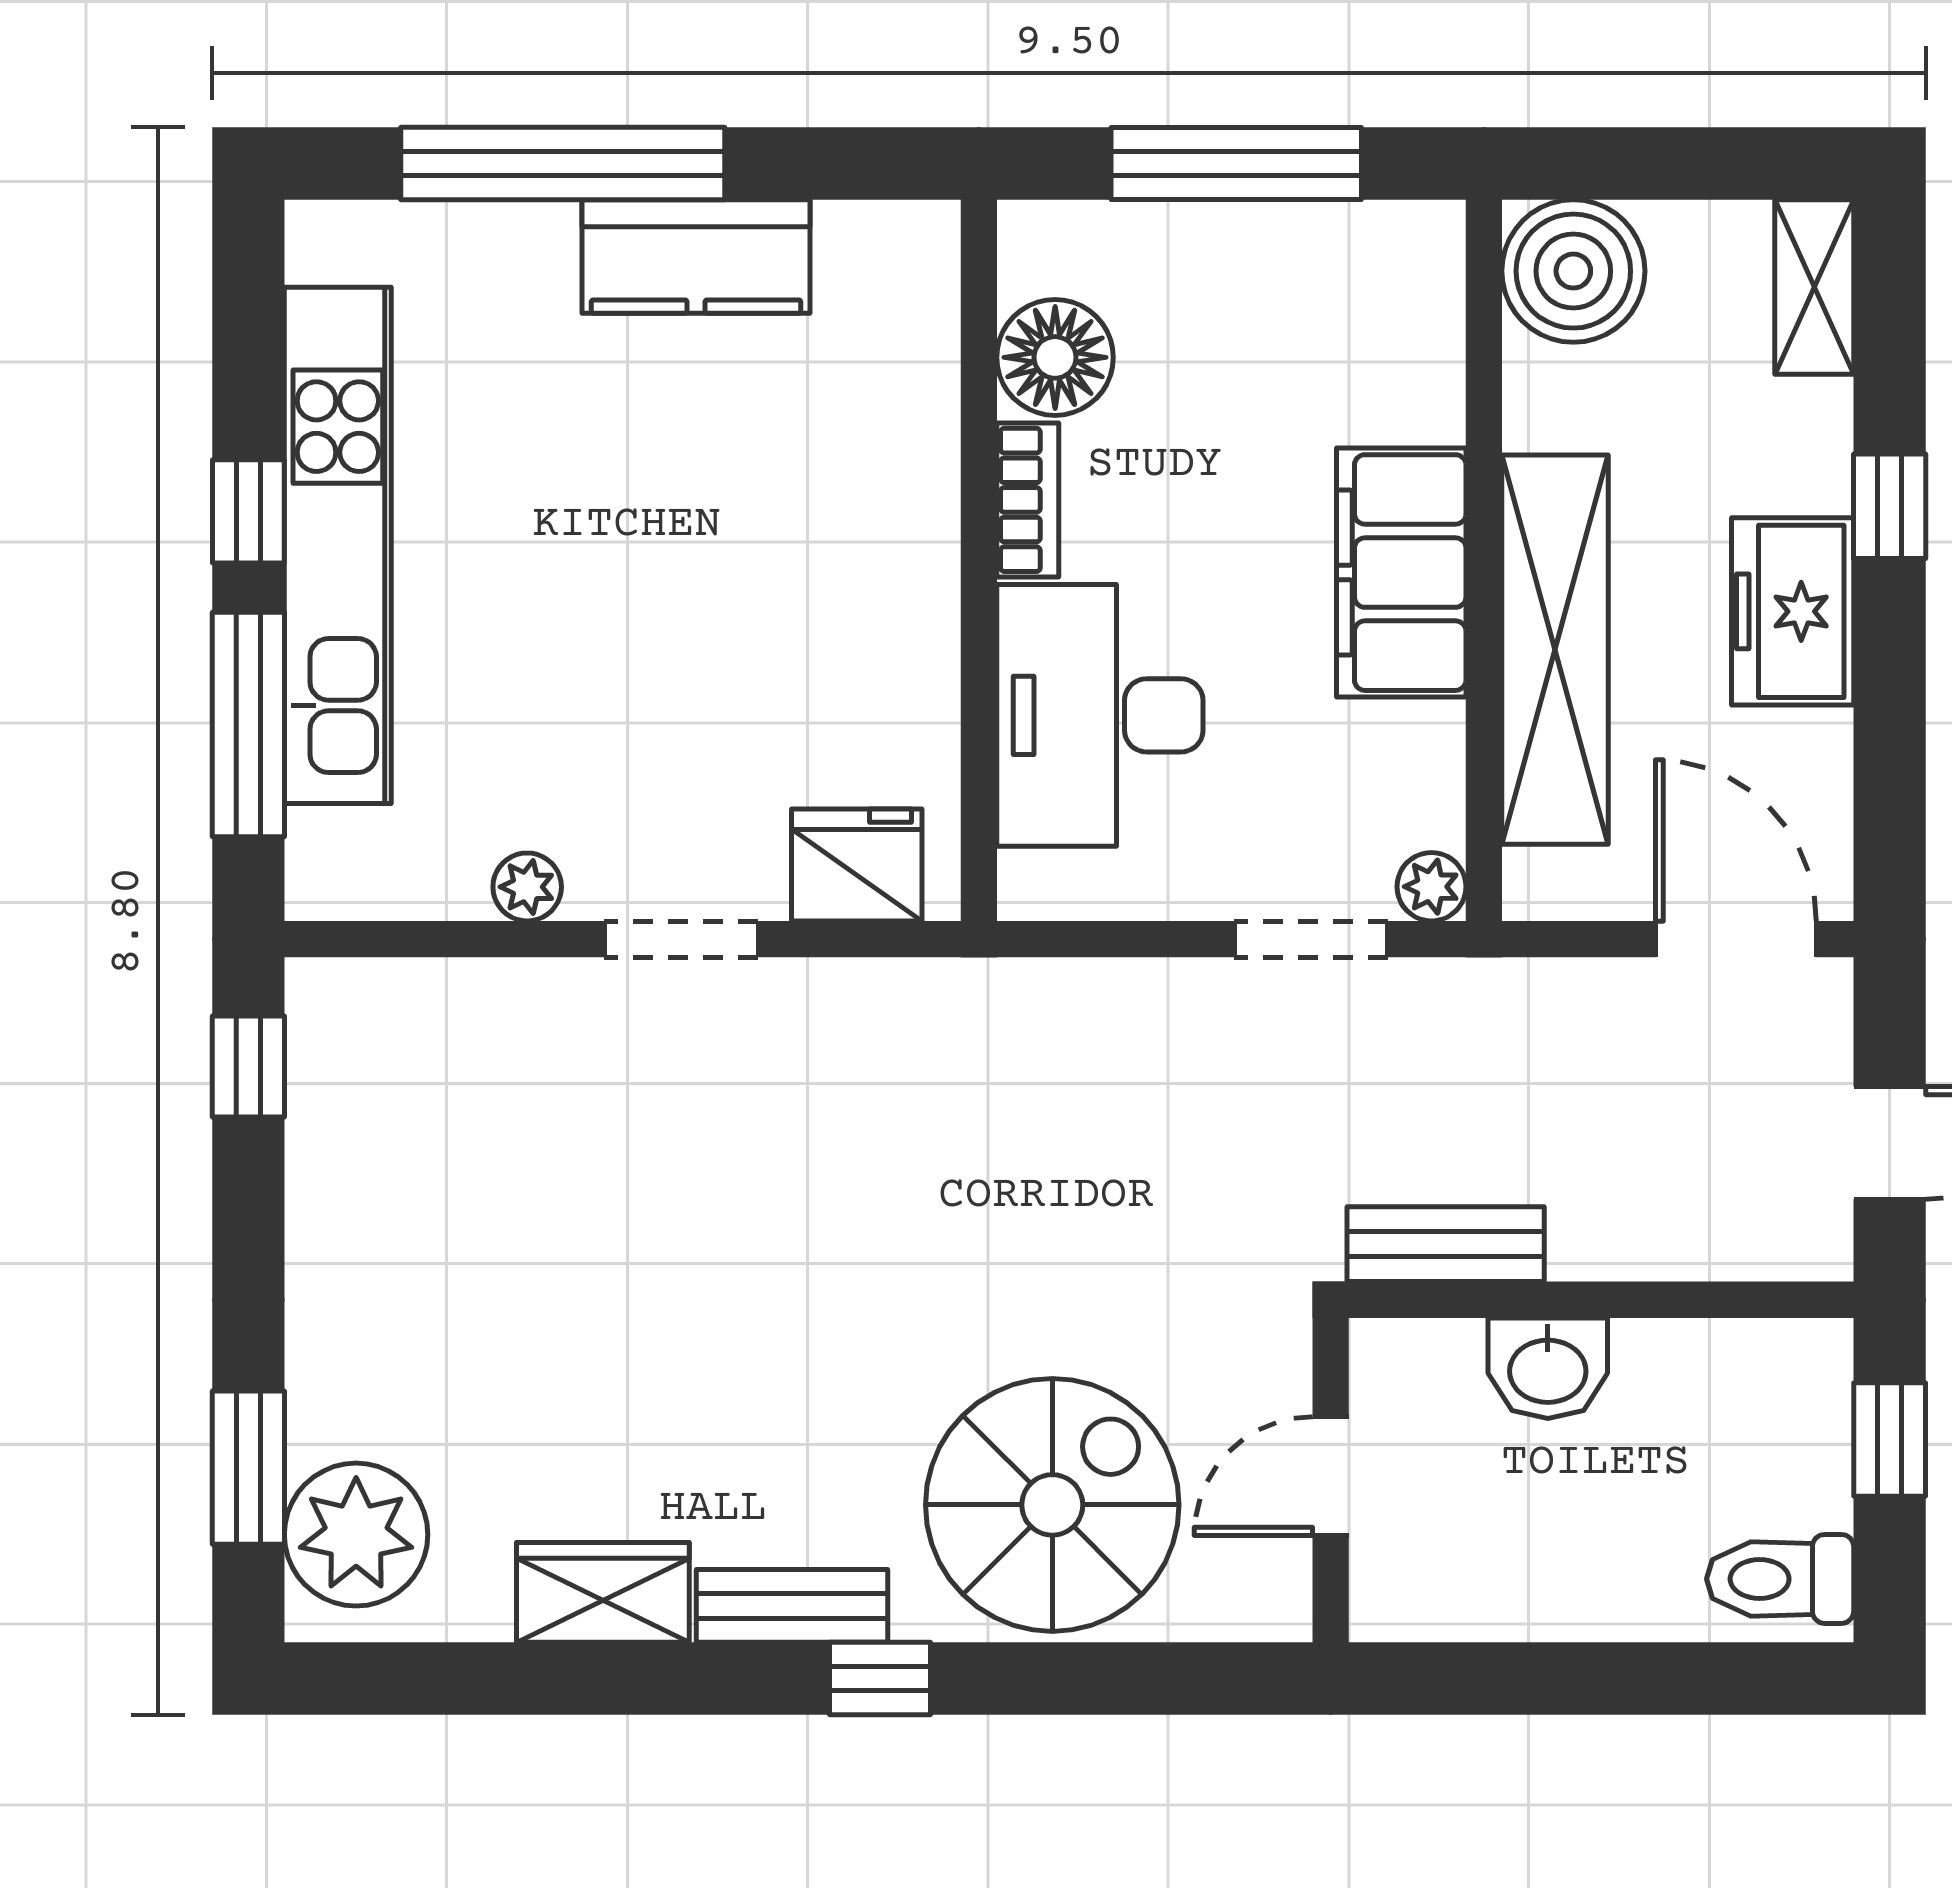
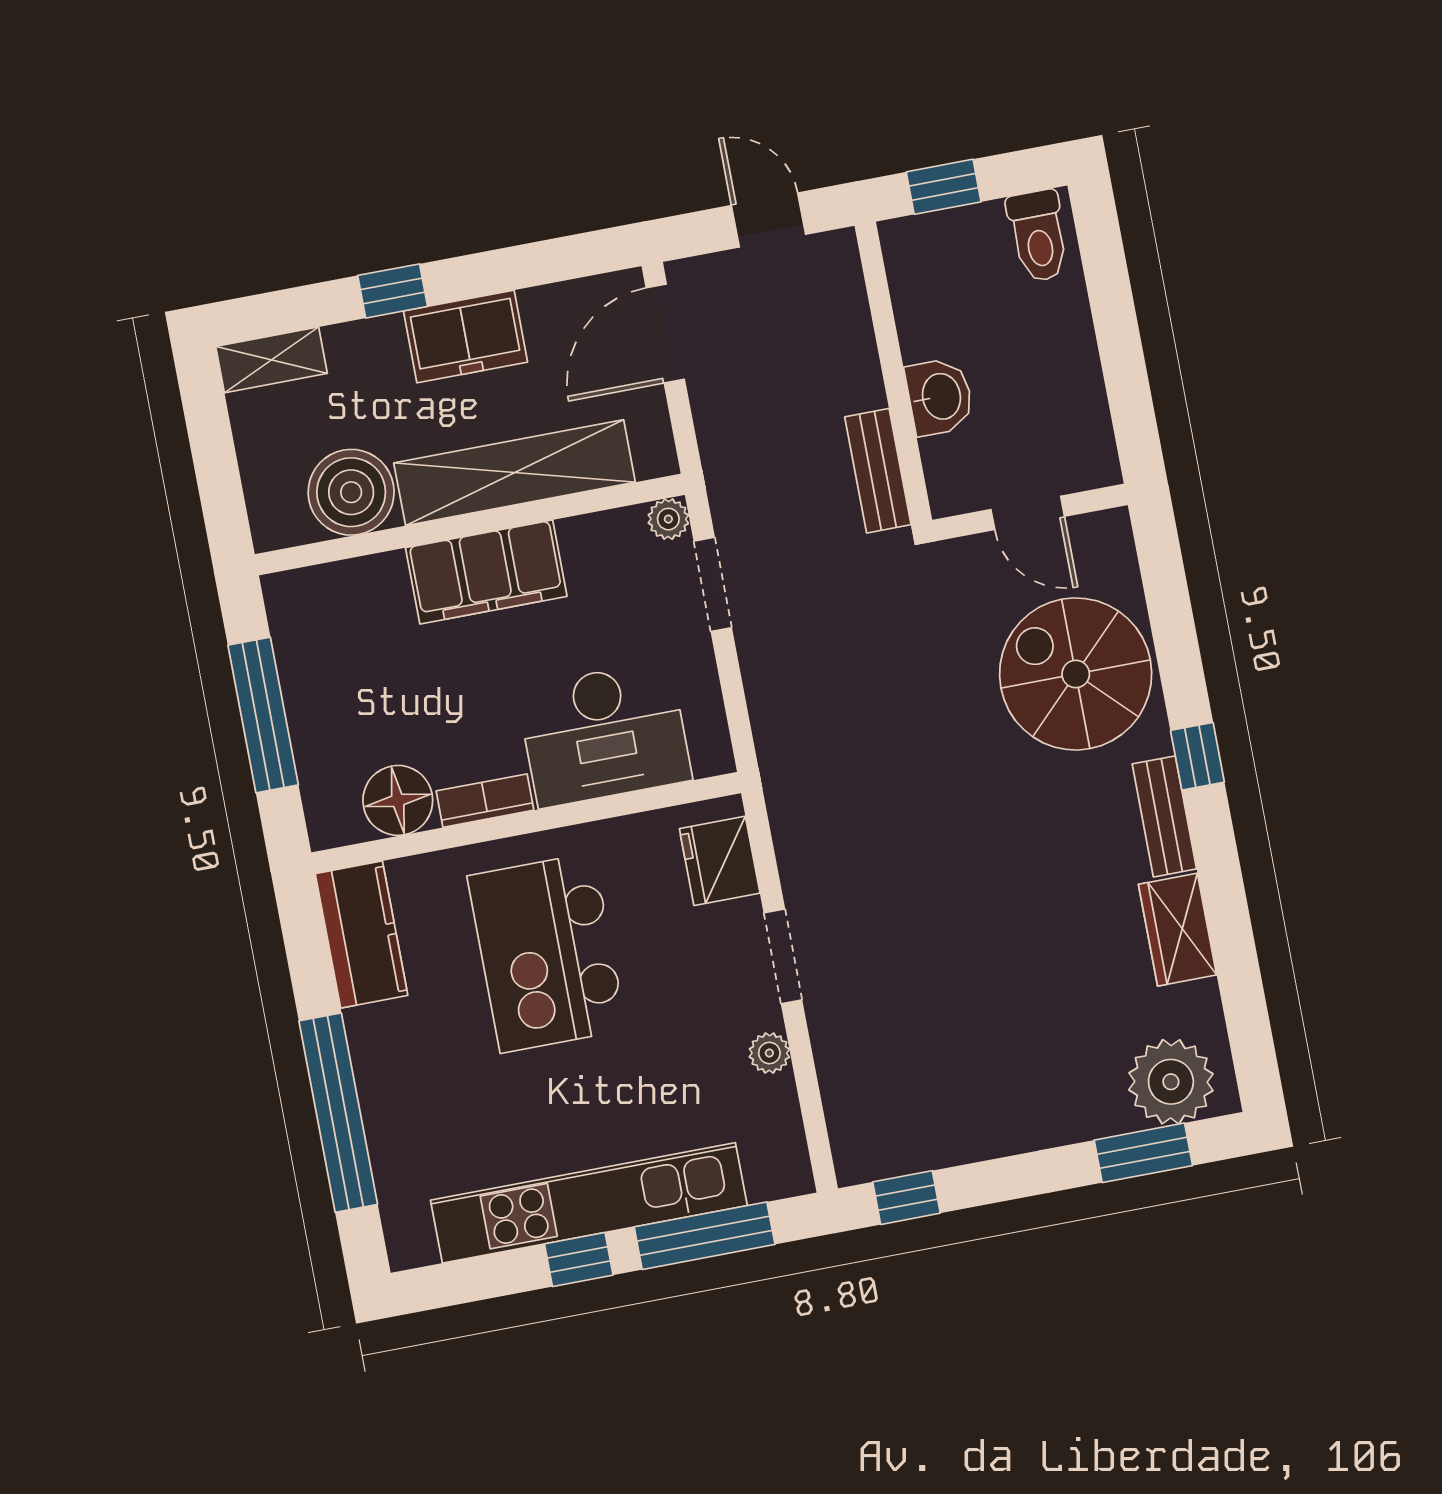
kitchen counter: (696, 257) -> (361, 934), moved
boiler: (1573, 271) -> (351, 492), moved
kitchen island: (760, 554) -> (547, 953), added

